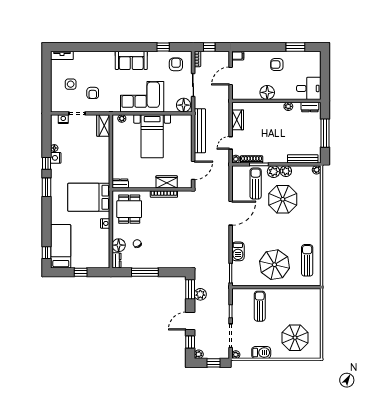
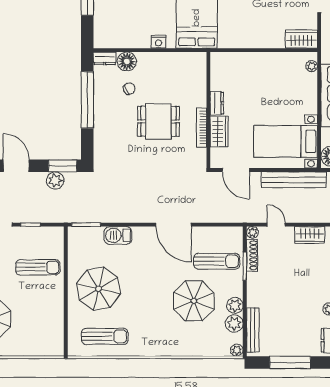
bed with nightstands: (152, 136) -> (286, 141), moved
plant: (274, 172) -> (234, 324), moved
dresser: (120, 183) -> (217, 103), moved
dining table: (129, 209) -> (158, 121), moved
window: (145, 272) -> (87, 100), width x1.46

